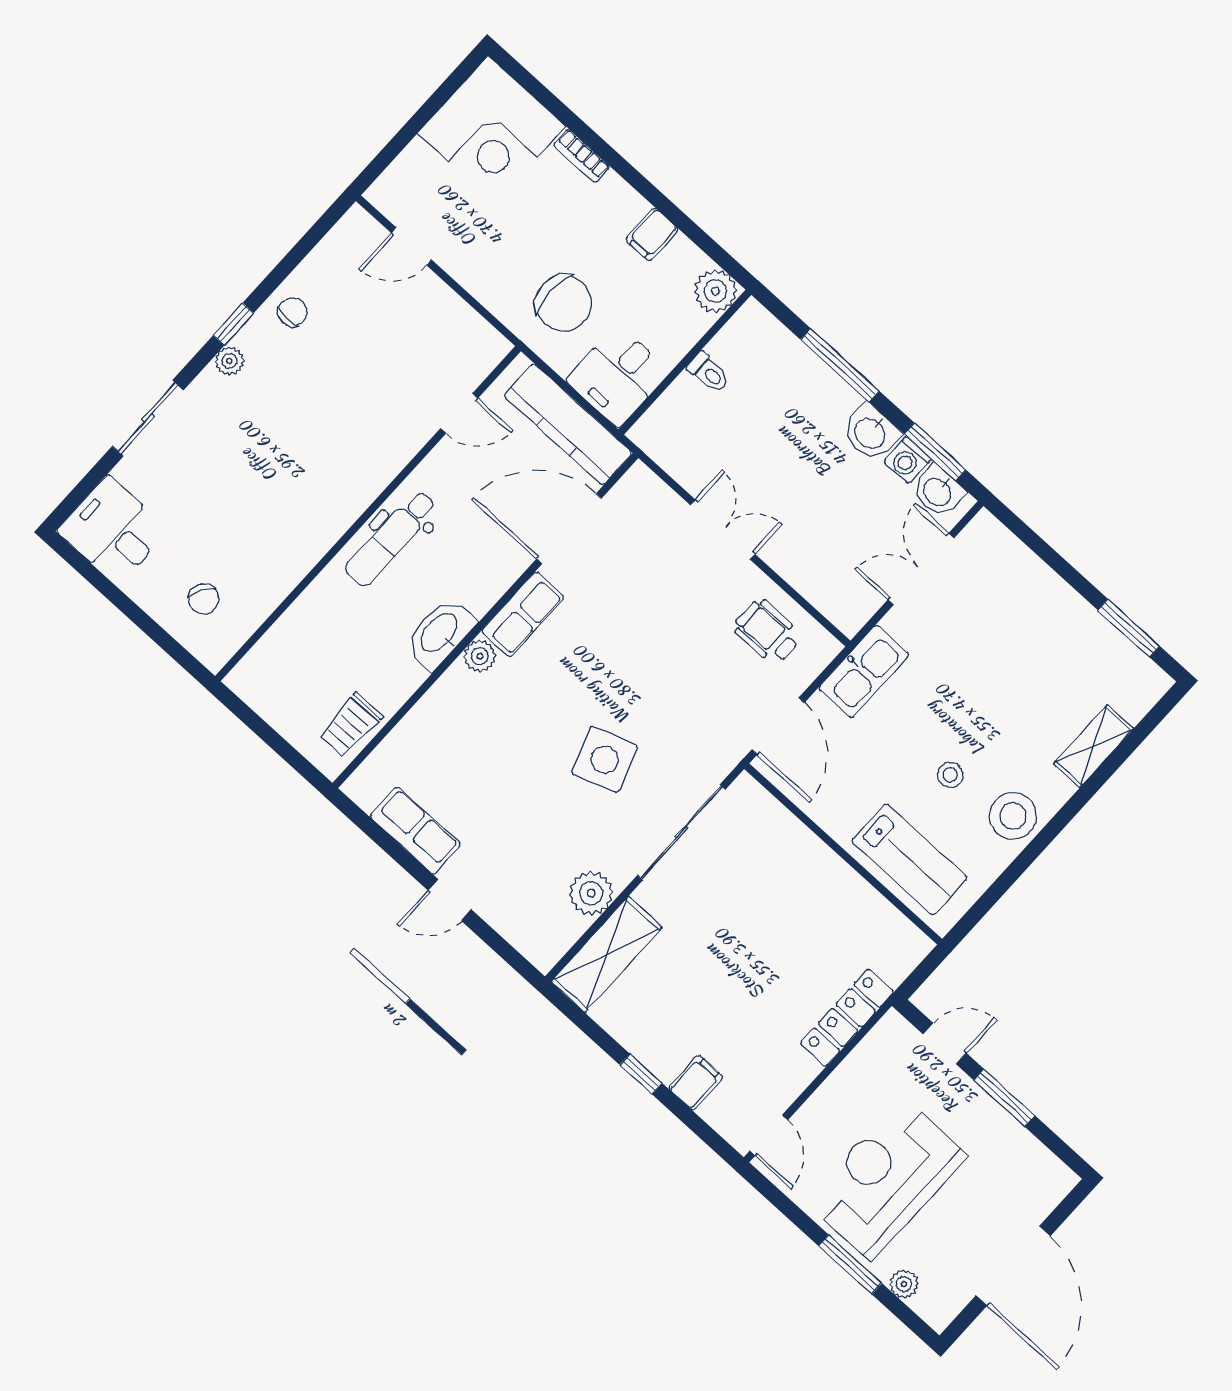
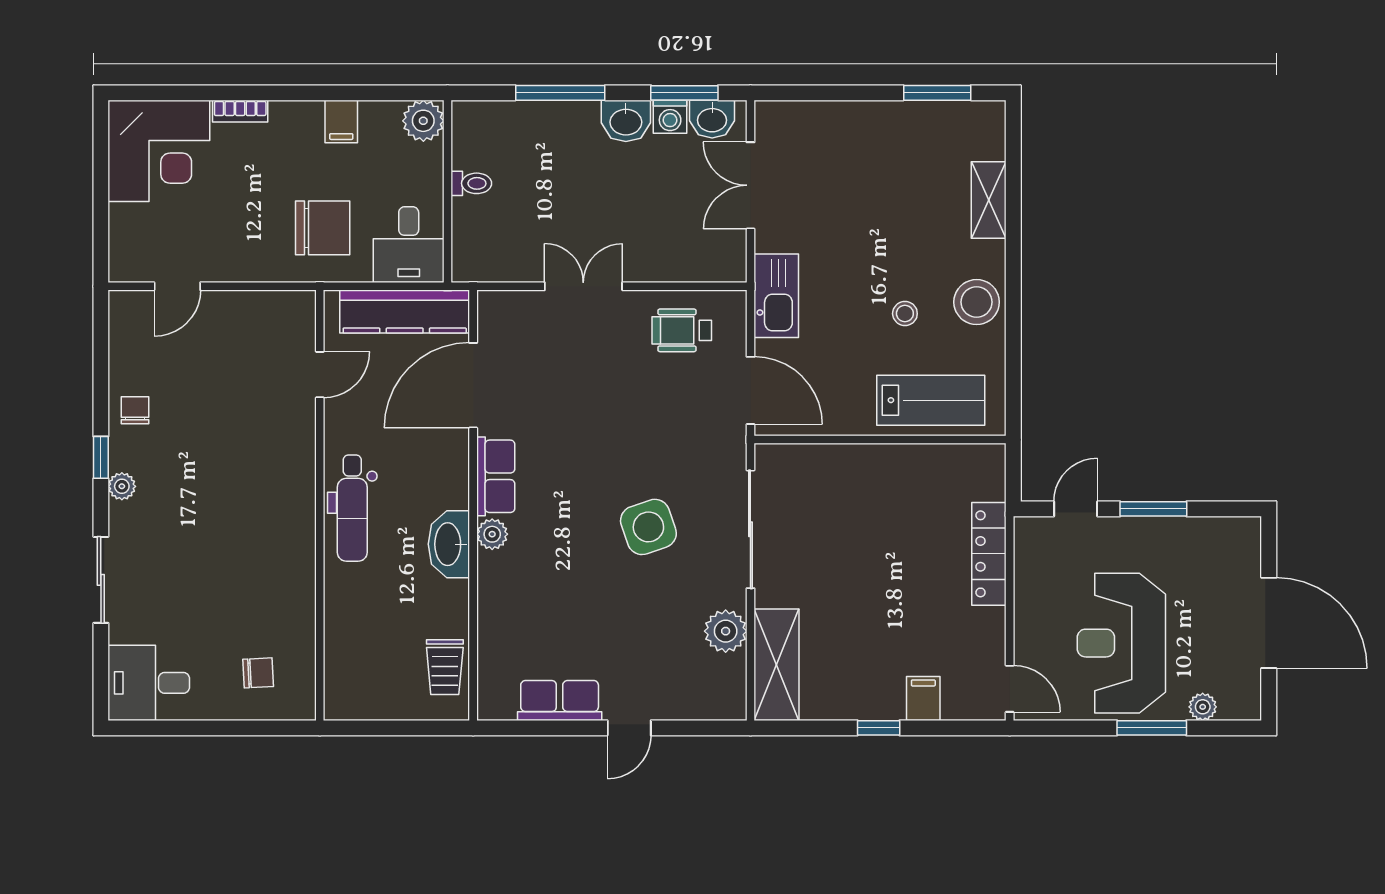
chair: (204, 599) -> (258, 673), turned -33

